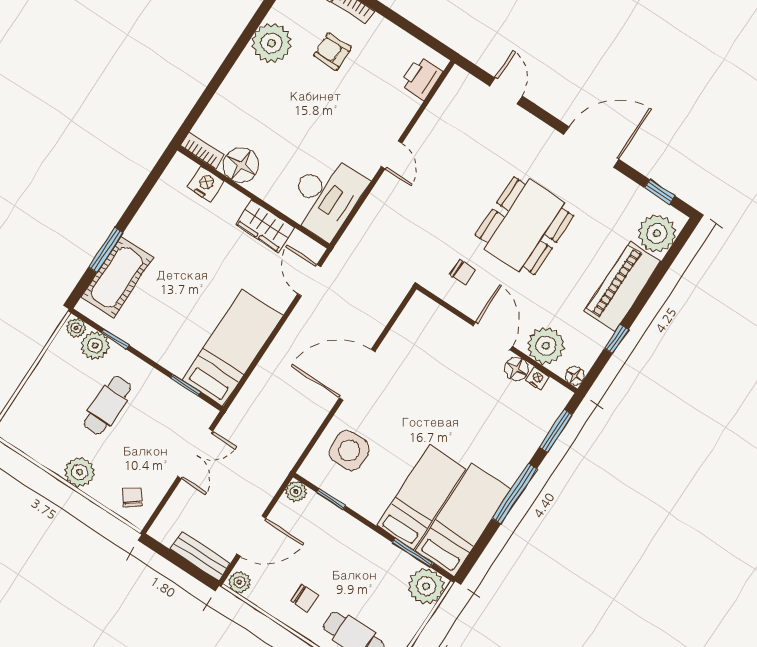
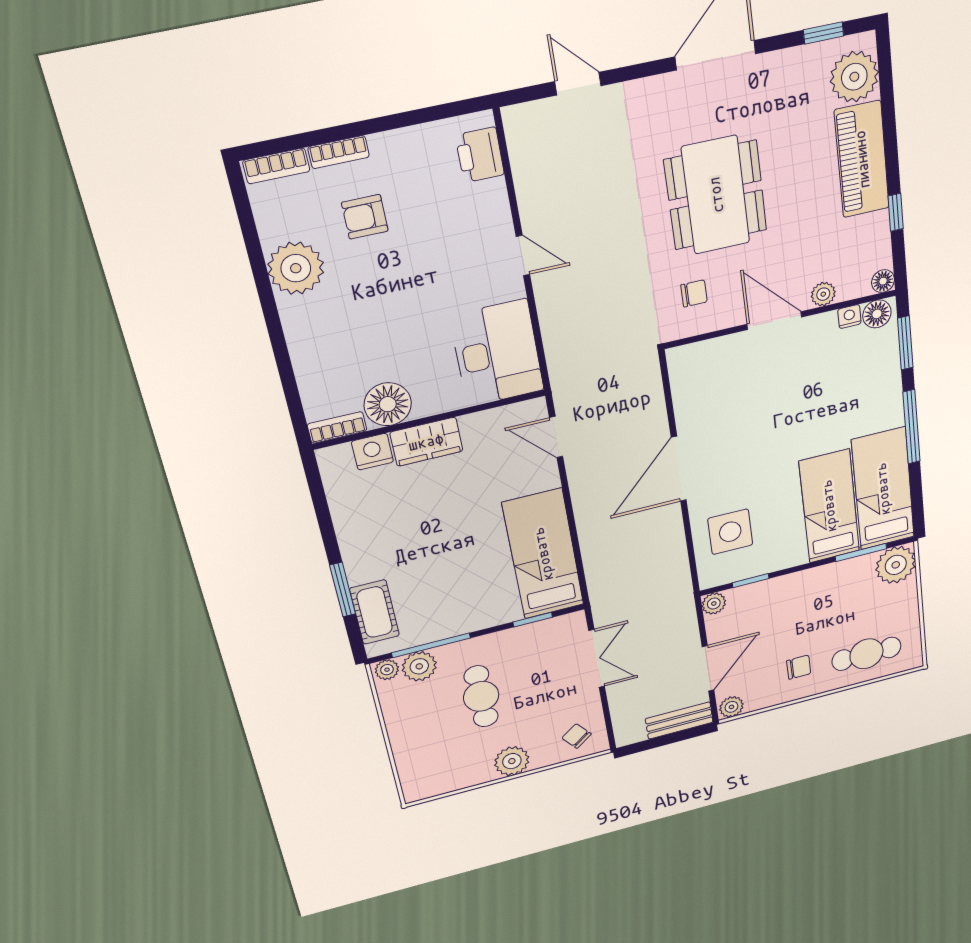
wardrobe: (265, 226) -> (426, 442), moved
cot: (117, 277) -> (375, 612), width x0.73, depth x0.75
window: (115, 339) -> (431, 645), width x2.17
plant: (546, 346) -> (823, 294), width x0.53, depth x0.53
floor lamp: (516, 369) -> (877, 314), moved

